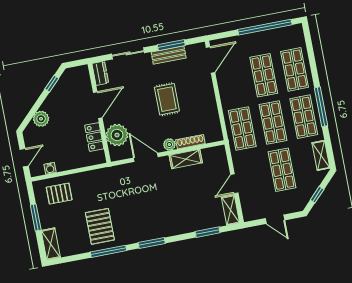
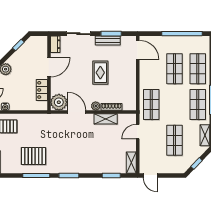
door: (210, 60) -> (138, 50), hinge flipped
shop shelf: (273, 123) -> (174, 105), removed
plant: (117, 135) -> (59, 102), moved
door: (234, 184) -> (138, 132), moved
door: (275, 219) -> (150, 175), moved
pallet: (100, 226) -> (33, 156), turned 90

